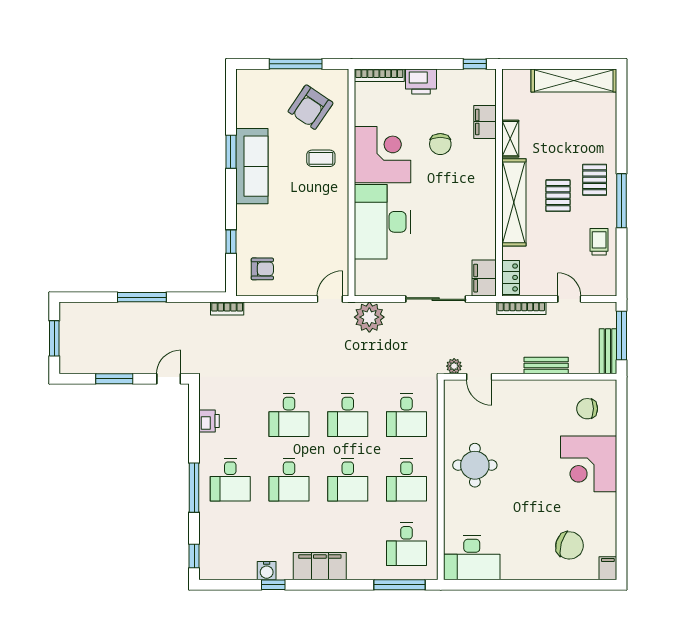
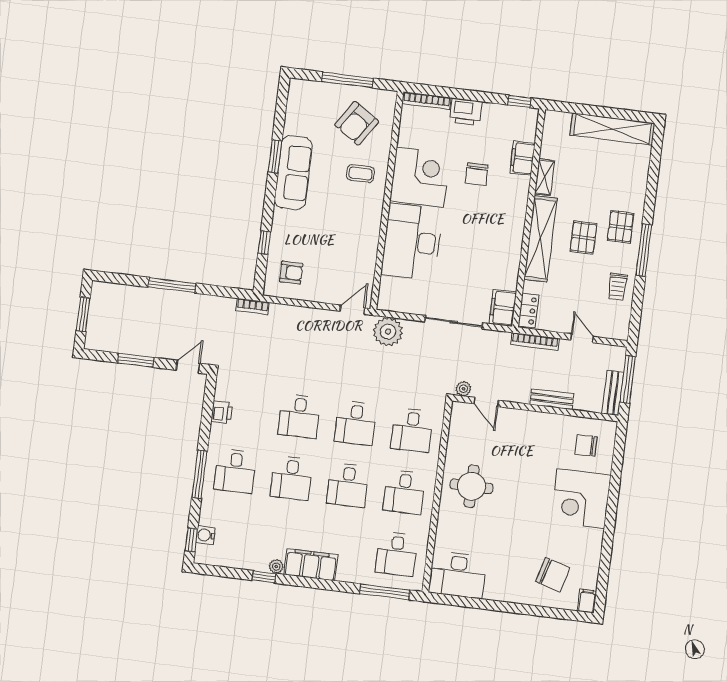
trolley: (599, 242) -> (617, 287), turned 180
water cooler: (267, 571) -> (206, 535), moved, turned 90
plant: (285, 573) -> (276, 567), added

